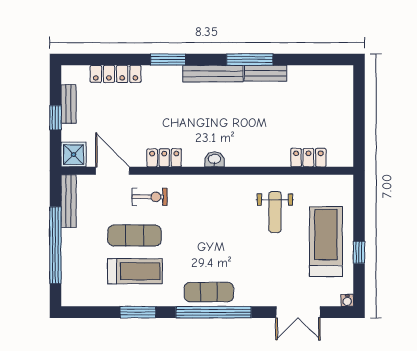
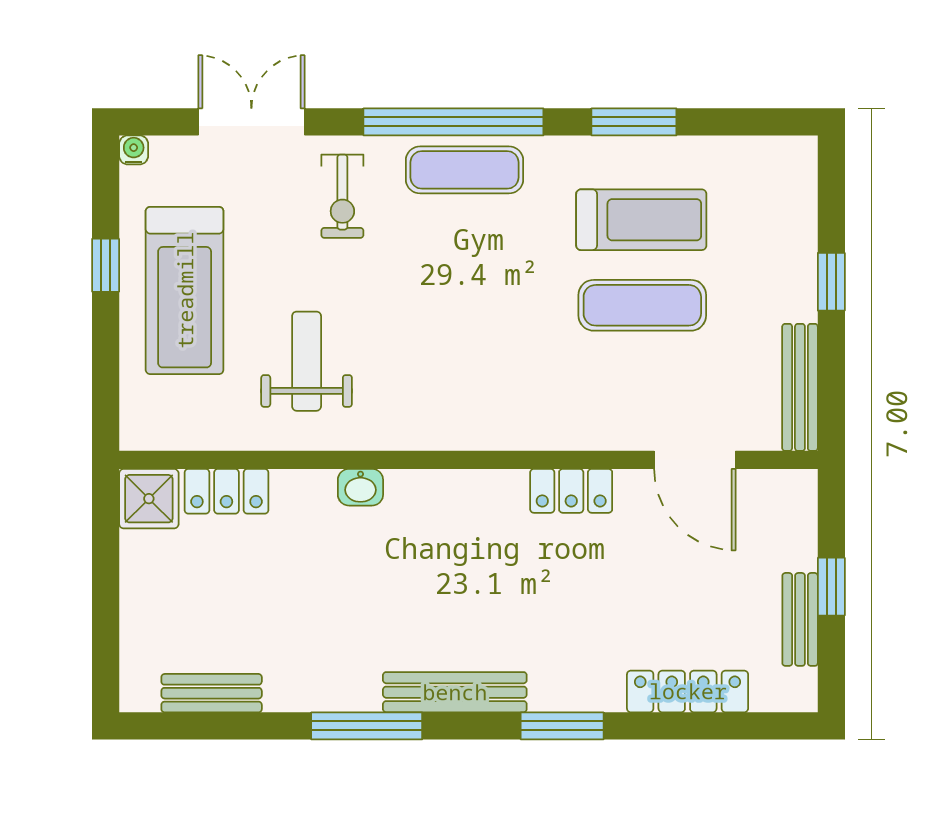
bench: (265, 73) -> (212, 693), moved
shower: (74, 155) -> (149, 499), moved
washbasin: (214, 159) -> (360, 487), moved
exercise bike: (150, 197) -> (342, 196), moved, turned -90
window: (55, 245) -> (831, 282), width x0.32
treadmill: (135, 271) -> (641, 220), turned 180

